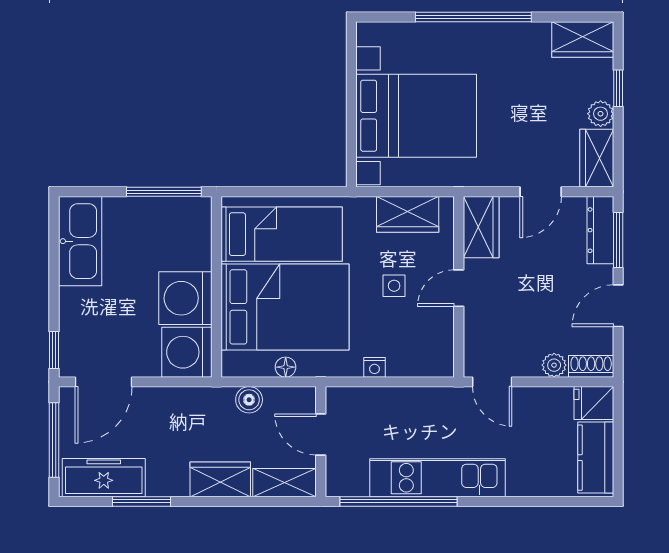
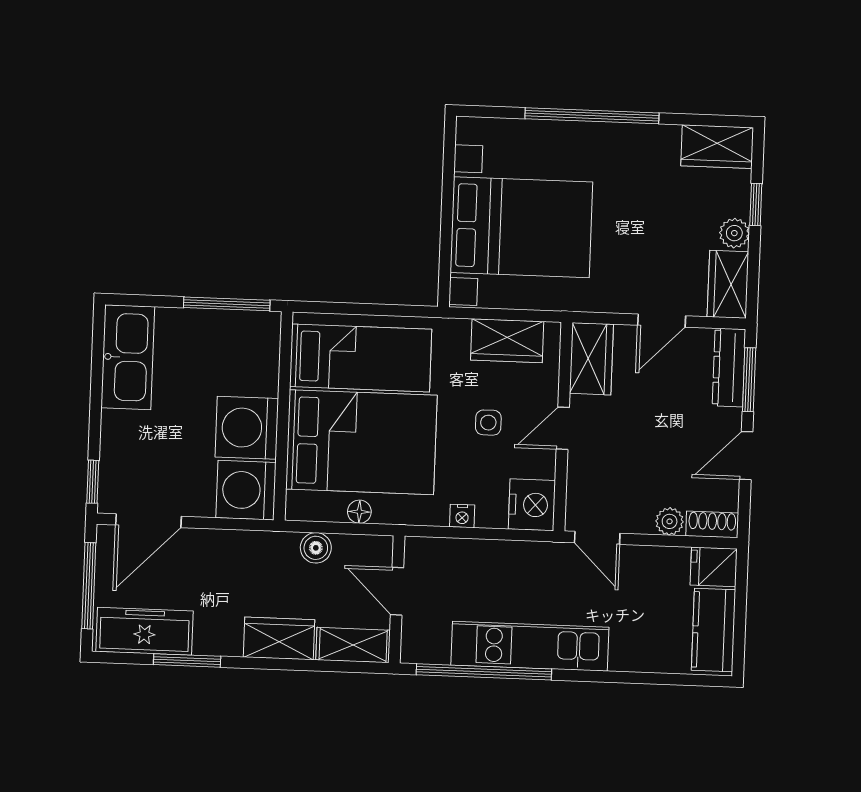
nightstand: (434, 355) -> (532, 505), added

